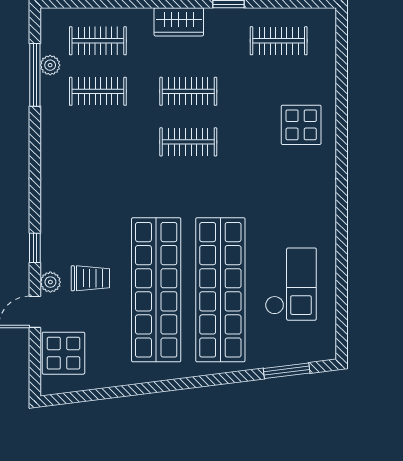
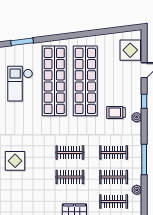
clothes rail: (279, 41) -> (114, 153), moved
window: (35, 75) -> (144, 160), moved
trolley: (90, 278) -> (116, 113), moved
plant: (50, 282) -> (137, 117), moved

